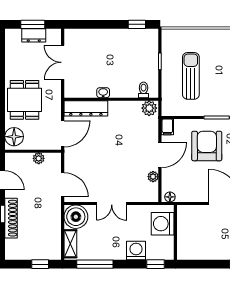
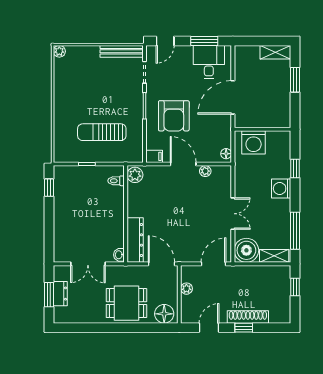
washbasin: (103, 93) -> (119, 255), moved
armchair: (207, 146) -> (174, 116), turned -90
washing machine: (163, 224) -> (254, 142), moved
wall: (175, 232) -> (263, 129), moved

